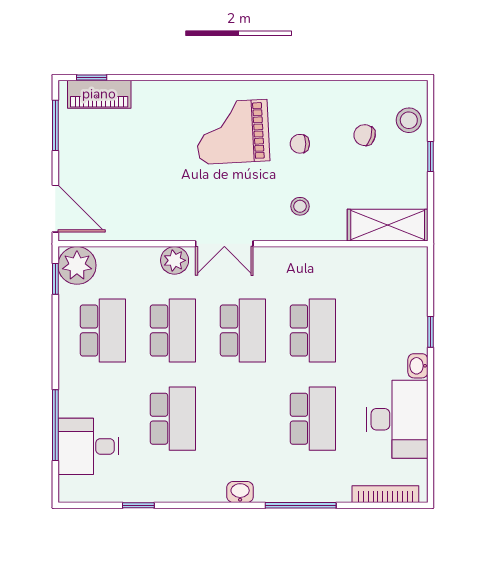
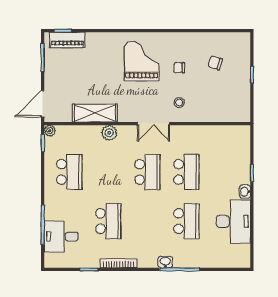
stool: (409, 120) -> (240, 55), removed
grand piano: (233, 132) -> (142, 61), turned 93
door: (55, 209) -> (43, 104), swing flipped
shelving: (388, 225) -> (95, 113), moved
double door: (224, 244) -> (153, 124), moved
plant: (77, 265) -> (50, 131), width x0.53, depth x0.53
school desk: (173, 330) -> (108, 172), removed
washbasin: (240, 492) -> (165, 262), moved
bookcase: (385, 494) -> (119, 263), moved

